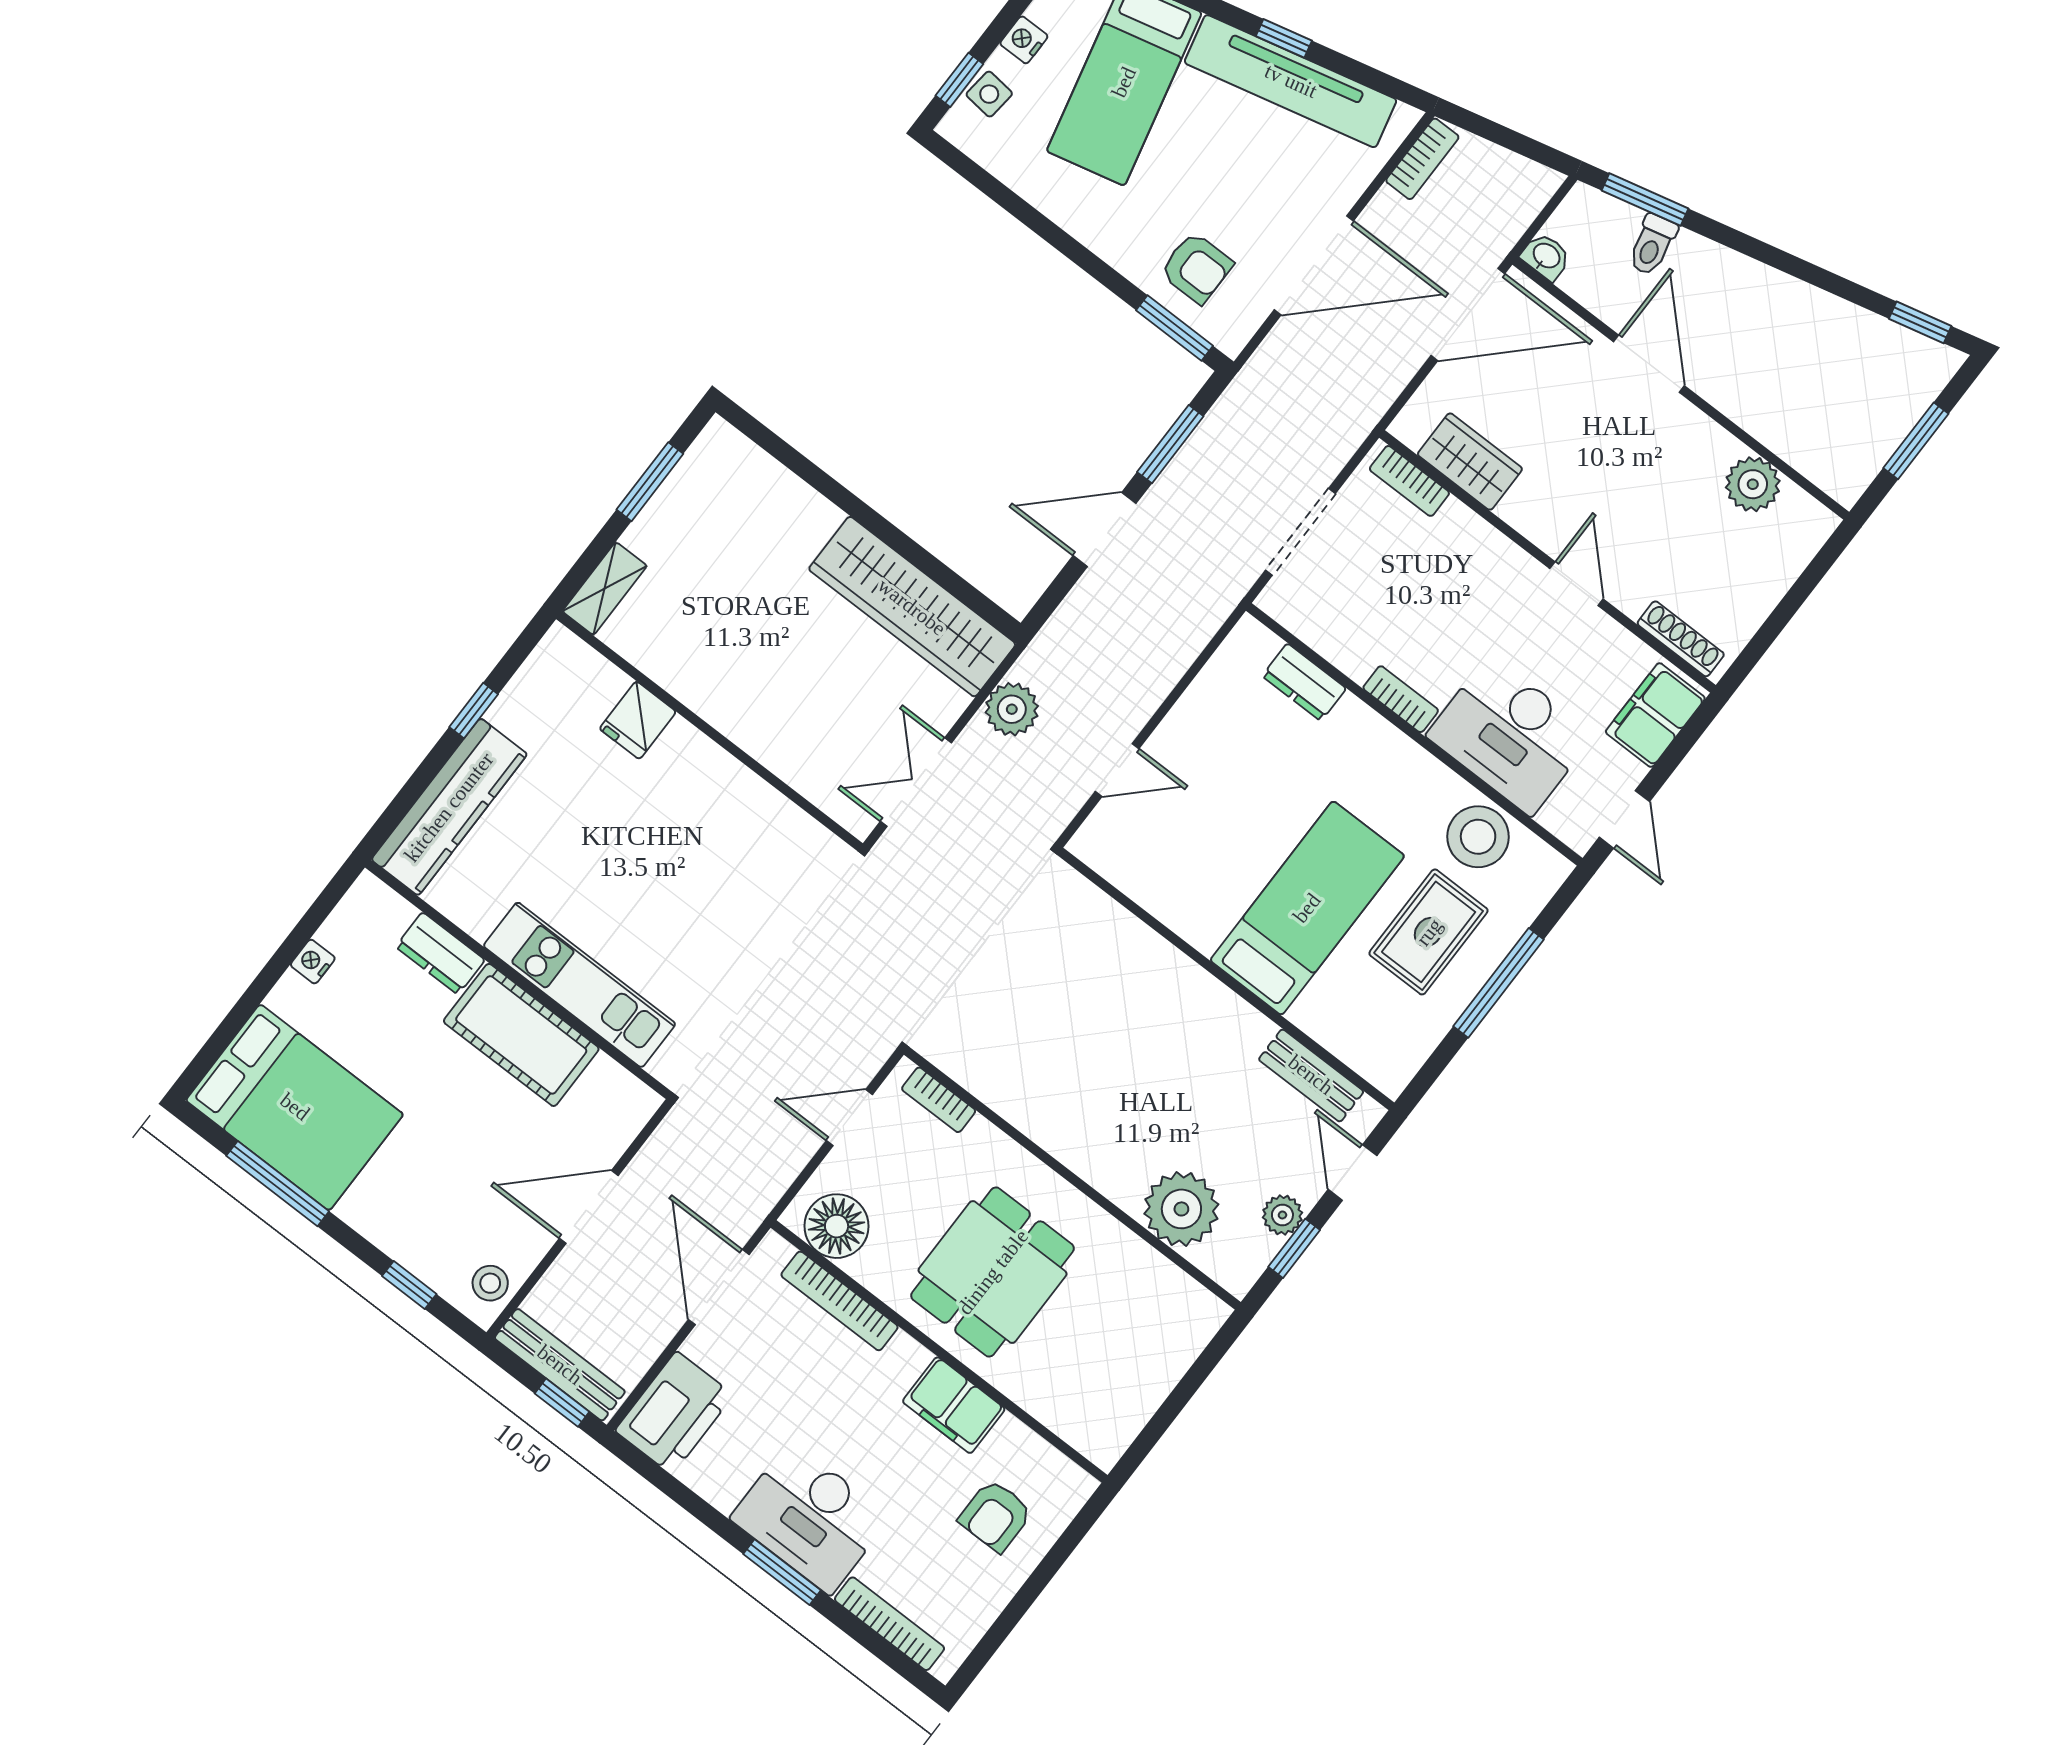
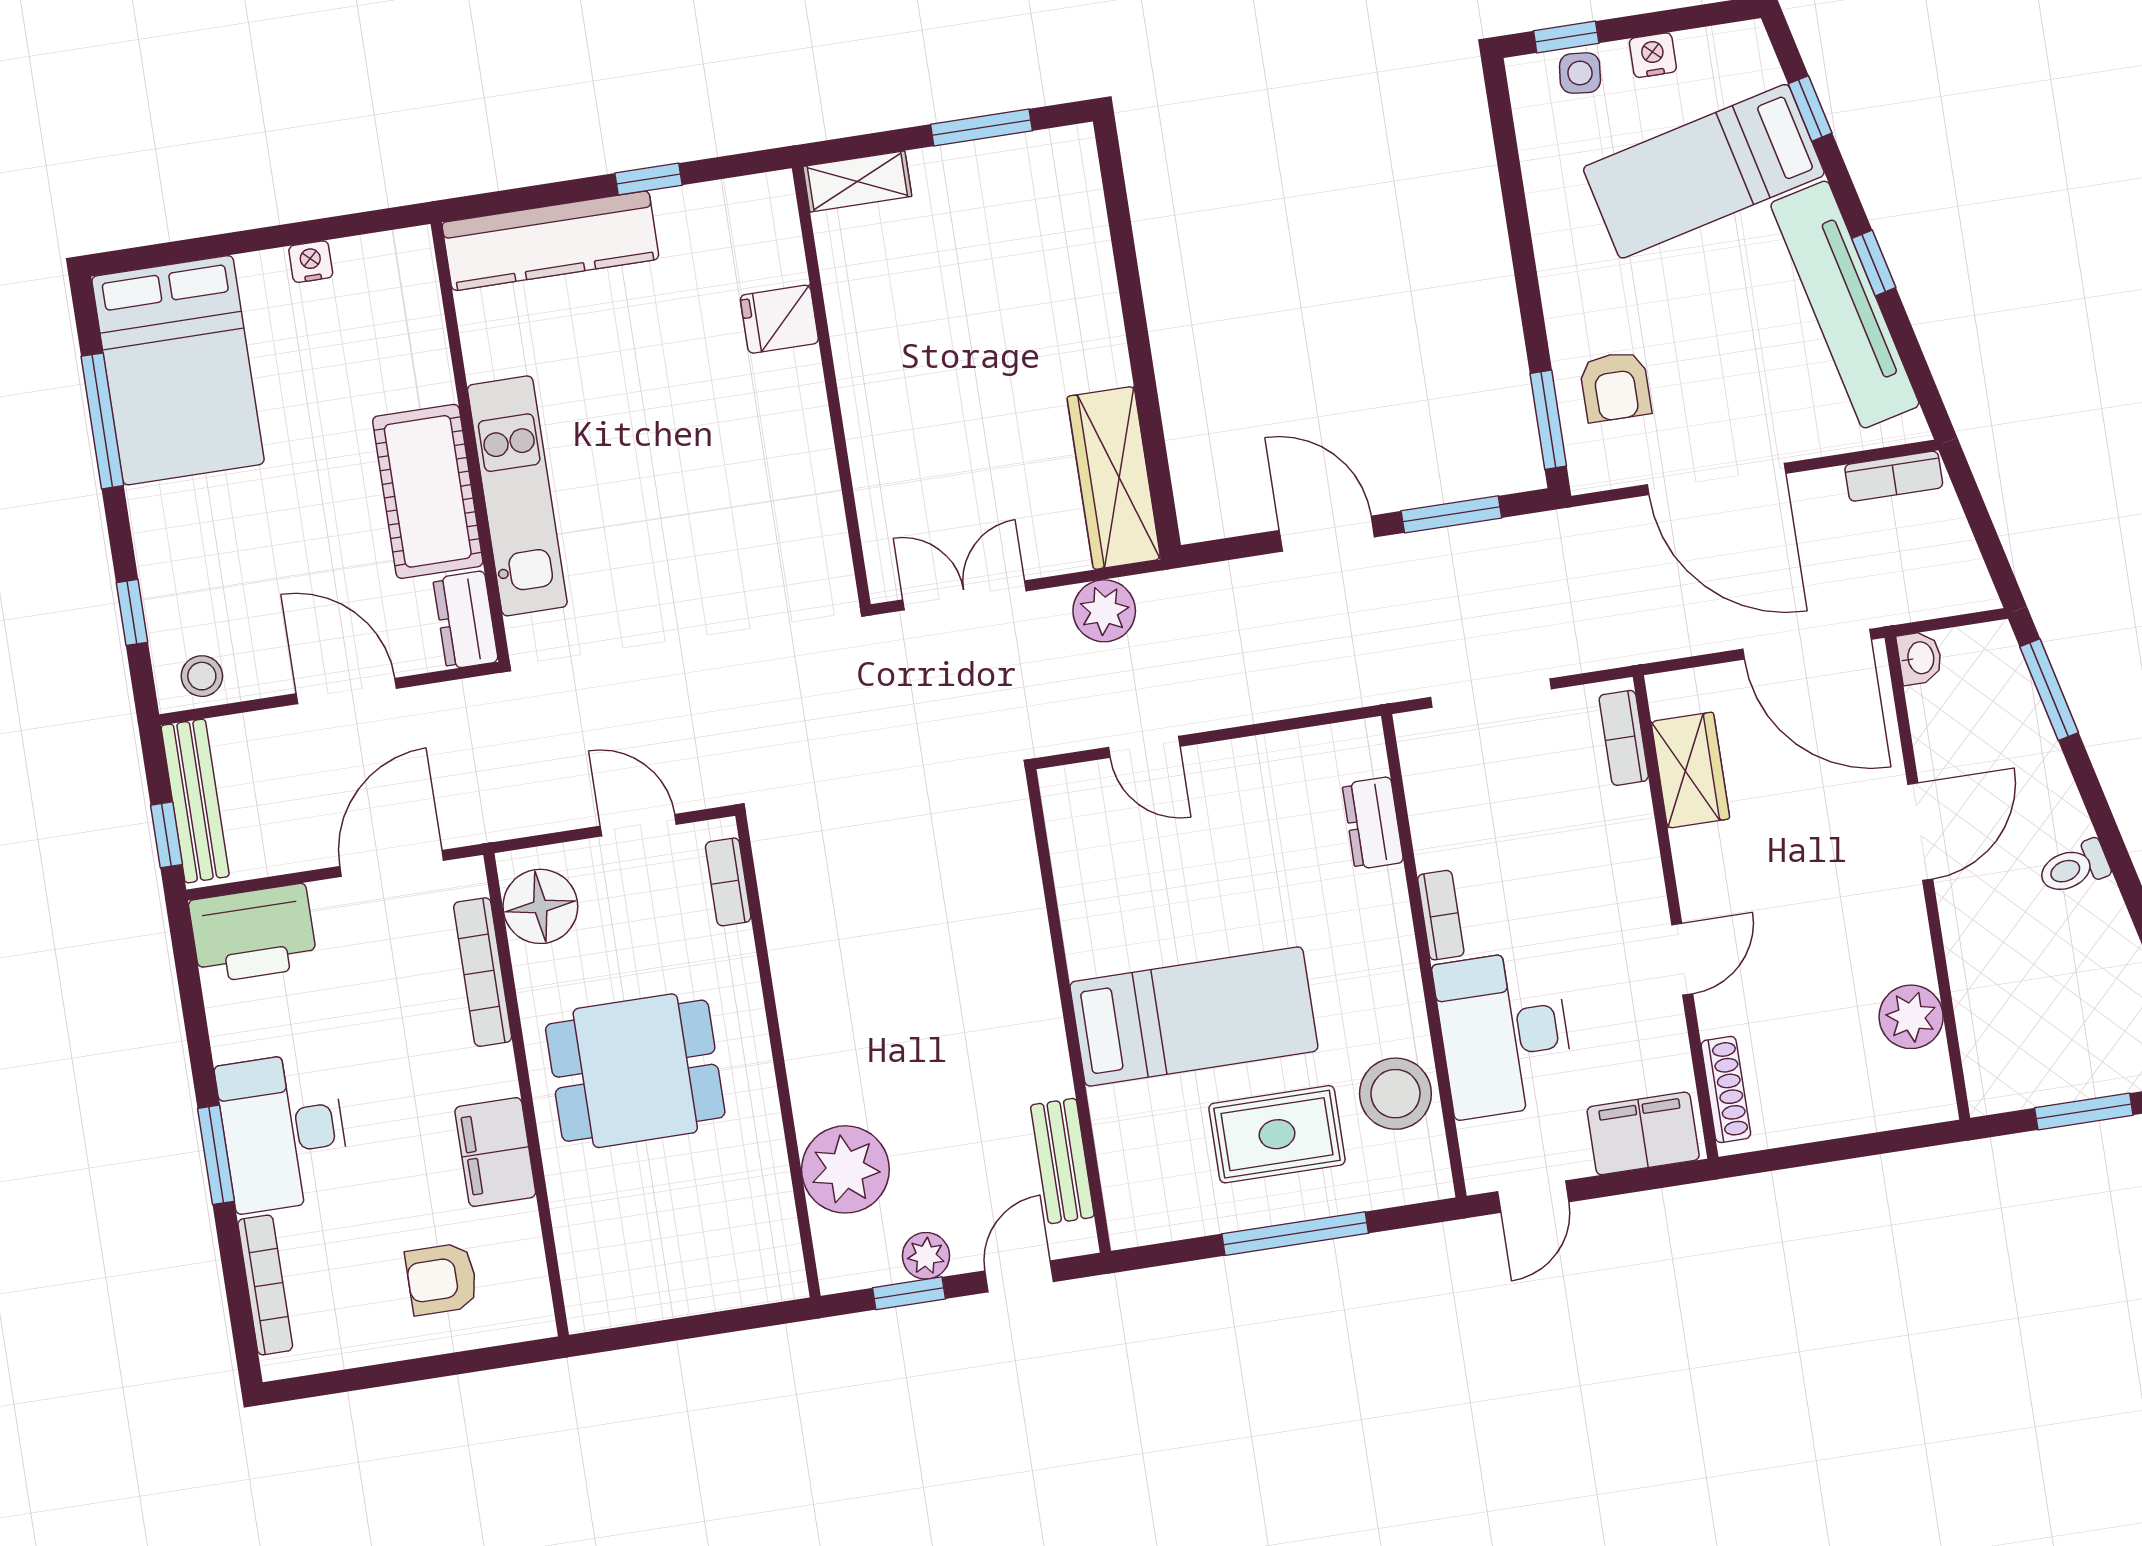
toilet: (1652, 245) -> (2074, 868), moved
wardrobe: (912, 607) -> (1114, 478), width x0.71, depth x0.85
dresser: (440, 953) -> (466, 620), moved

